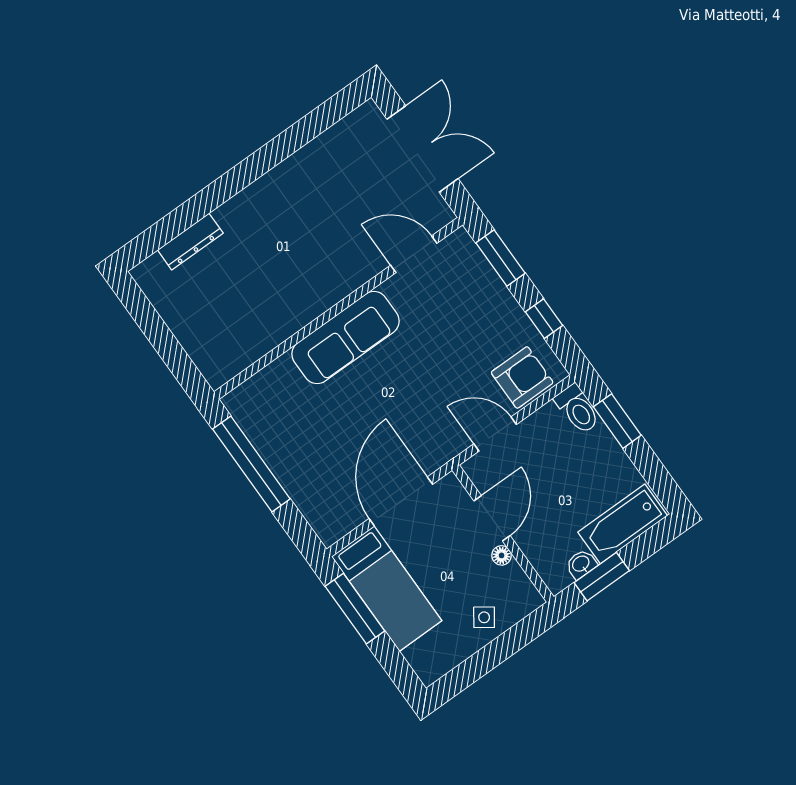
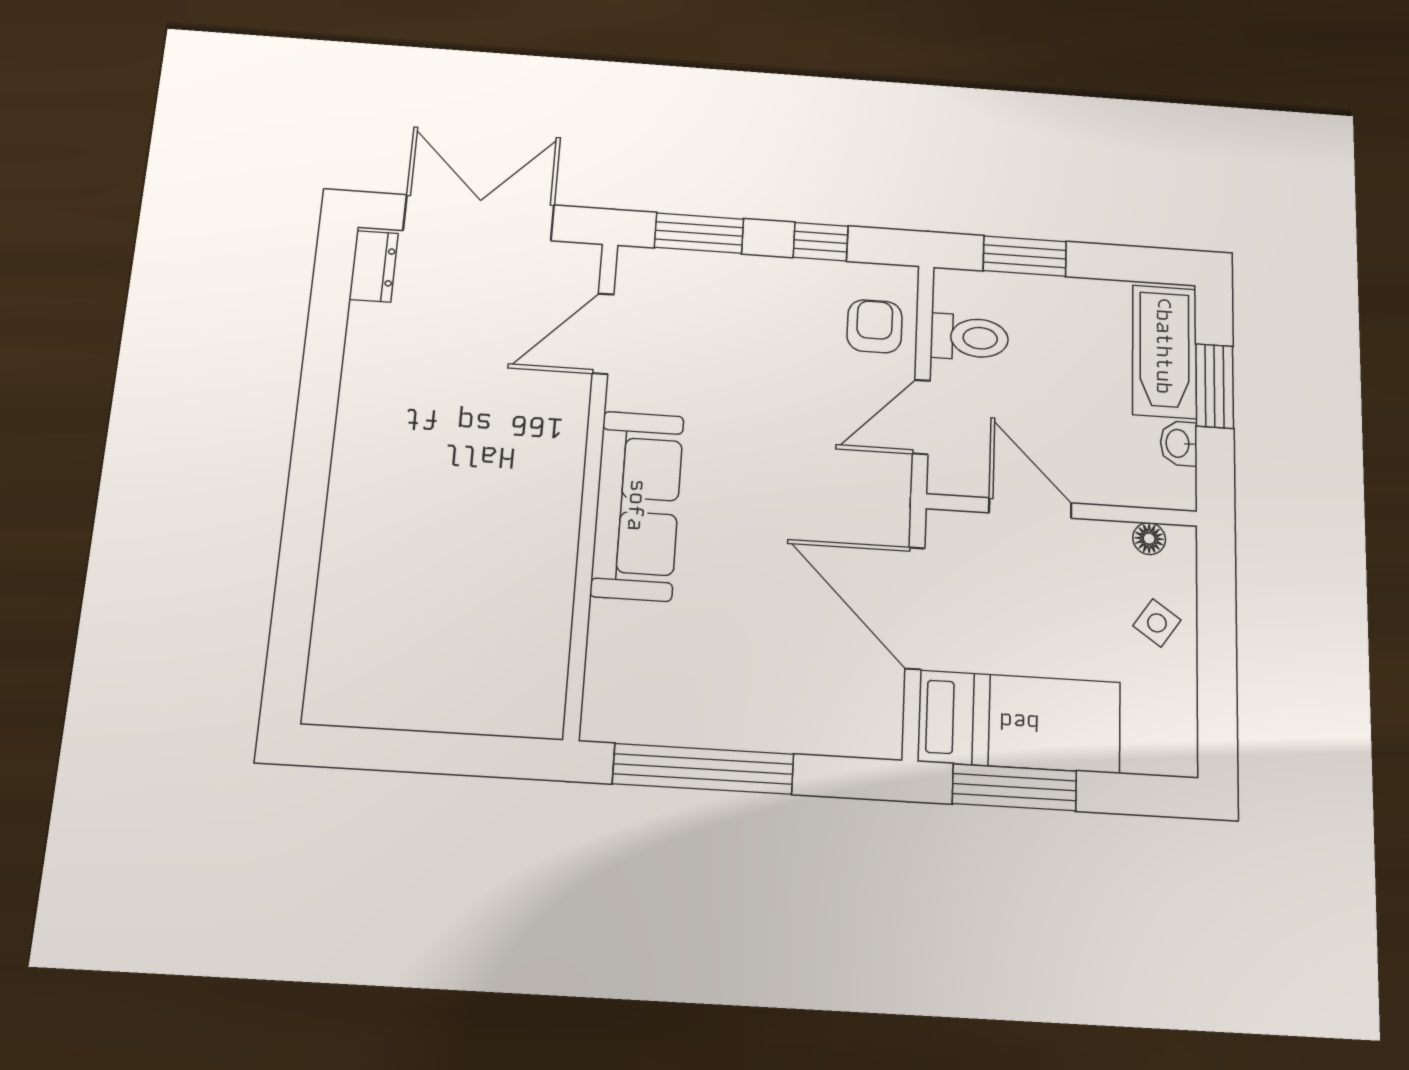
dresser: (190, 242) -> (374, 266), moved, width x0.70
armchair: (522, 377) -> (875, 326), width x0.72, depth x0.72
toilet: (577, 409) -> (969, 337), moved
floor lamp: (502, 555) -> (1149, 539), moved
window: (602, 577) -> (1215, 386), moved

